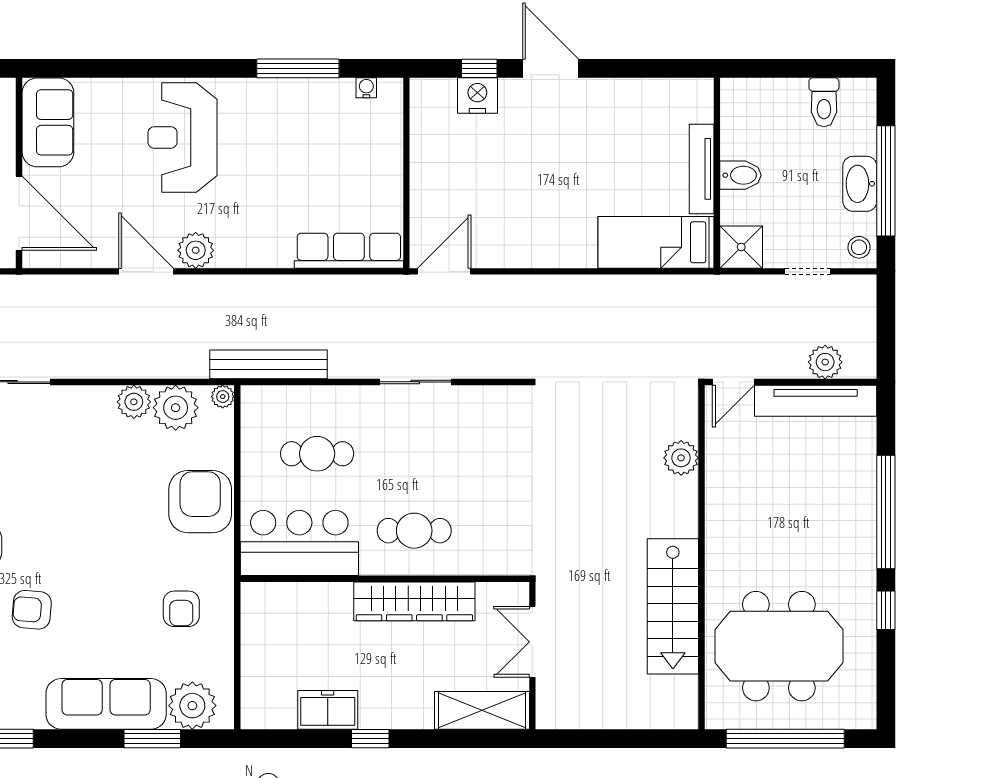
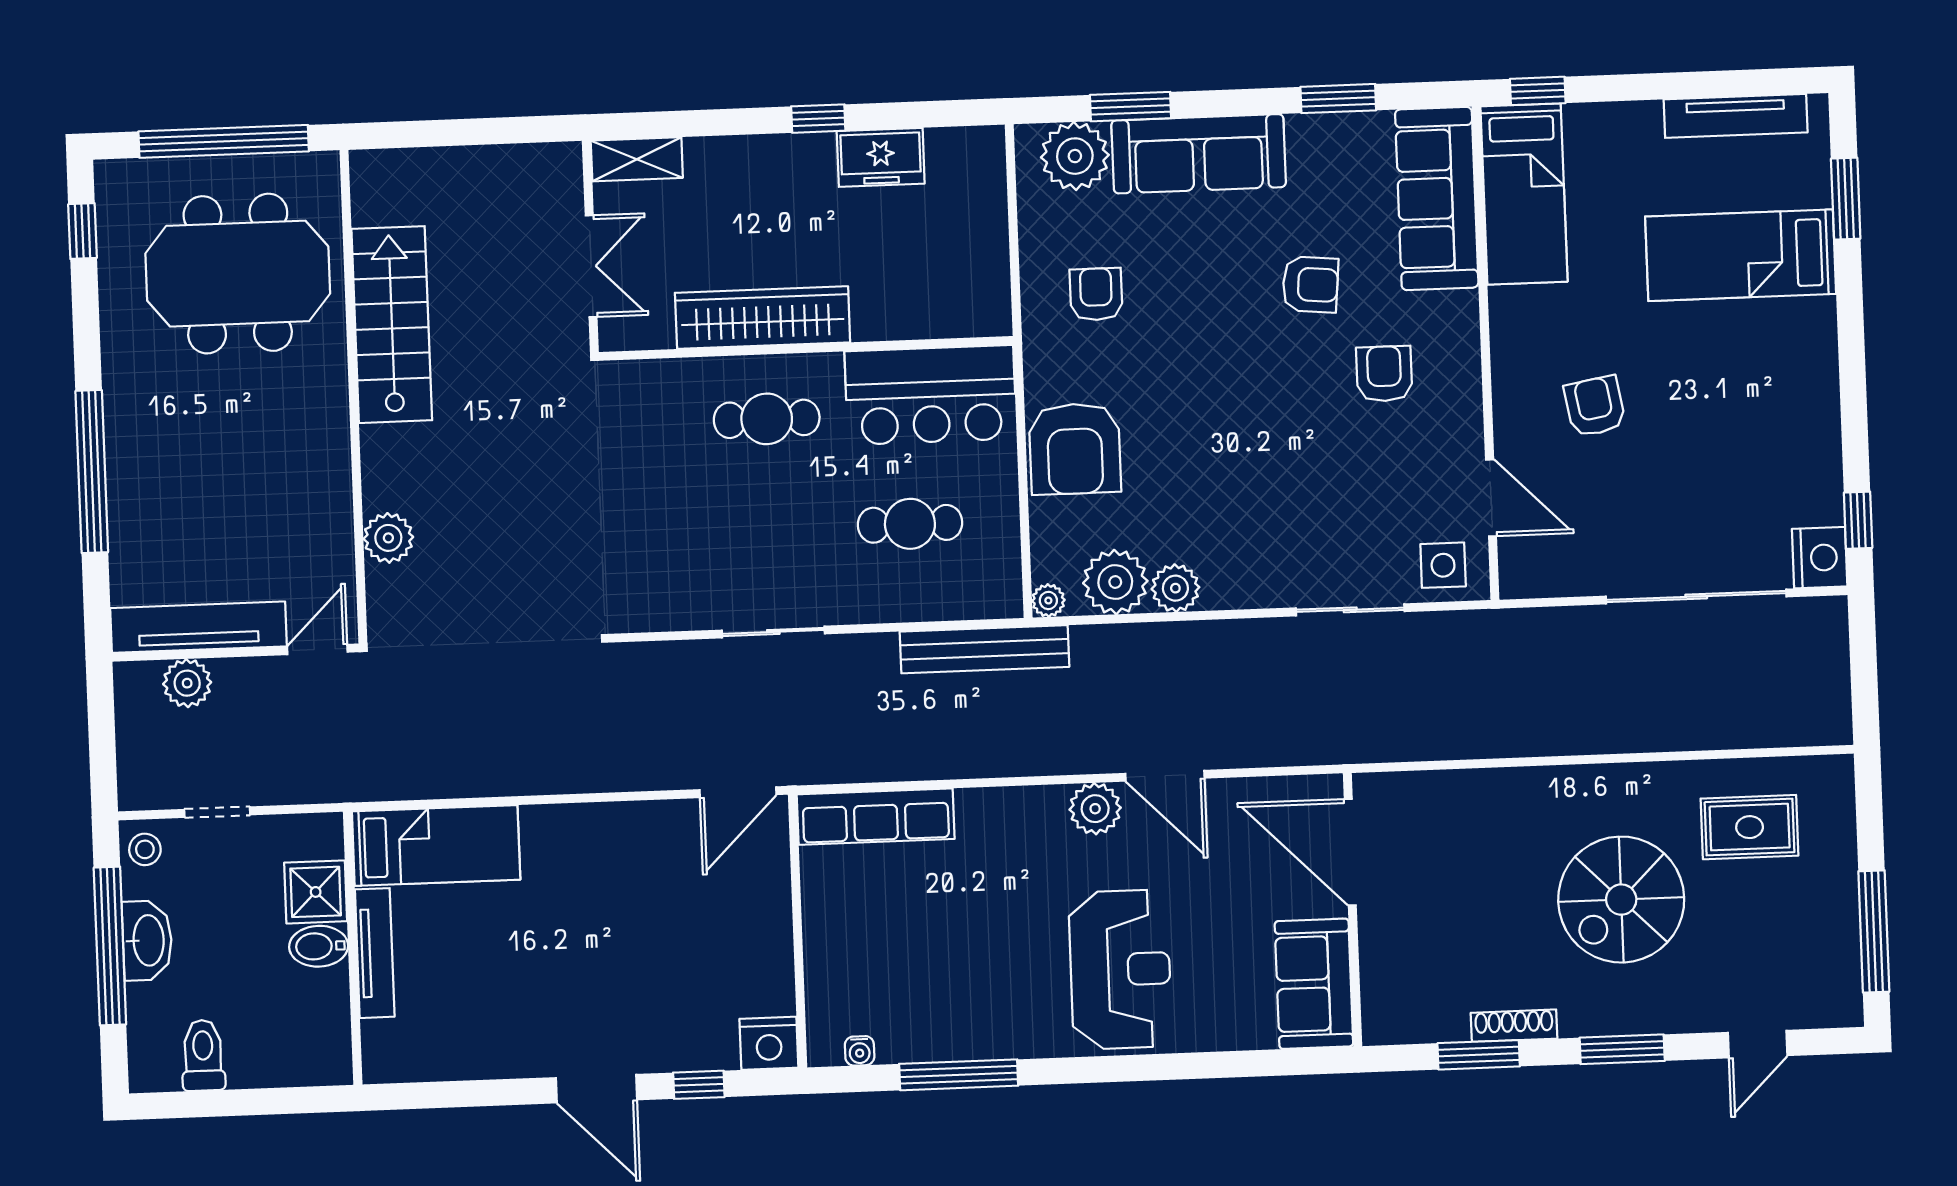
nightstand: (477, 95) -> (769, 1043), moved
shower: (741, 247) -> (316, 892), moved
window: (886, 610) -> (82, 231), moved
shelving: (482, 710) -> (637, 159), width x0.67, depth x0.75

